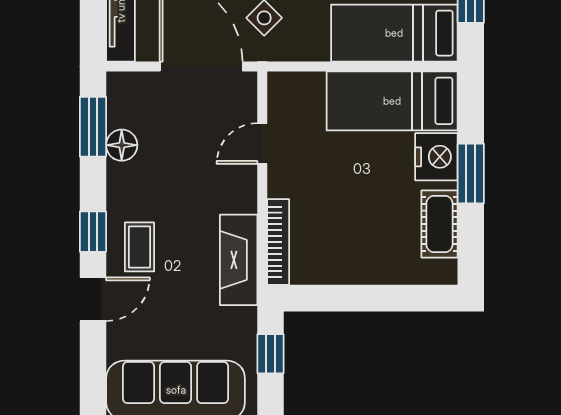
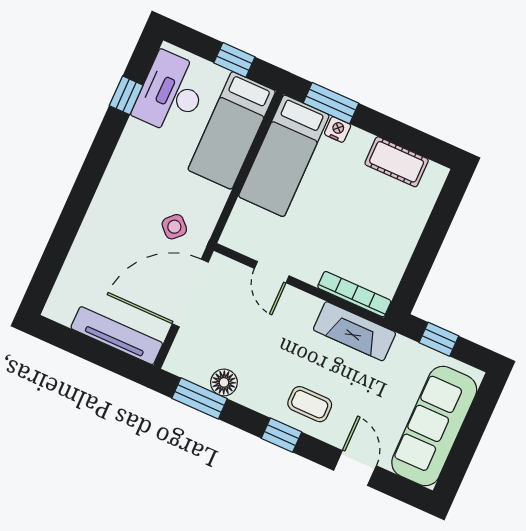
nightstand: (436, 157) -> (338, 129), width x0.53, depth x0.56
window: (471, 174) -> (331, 103), moved
door: (93, 299) -> (355, 468), moved

